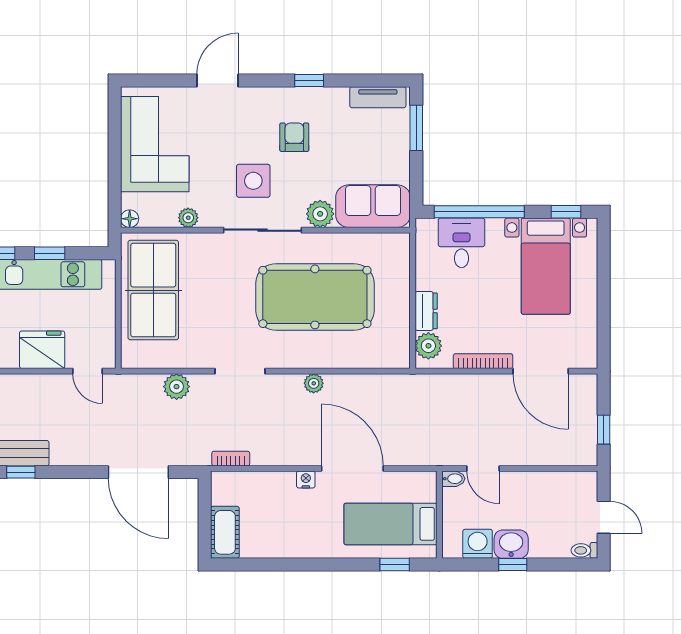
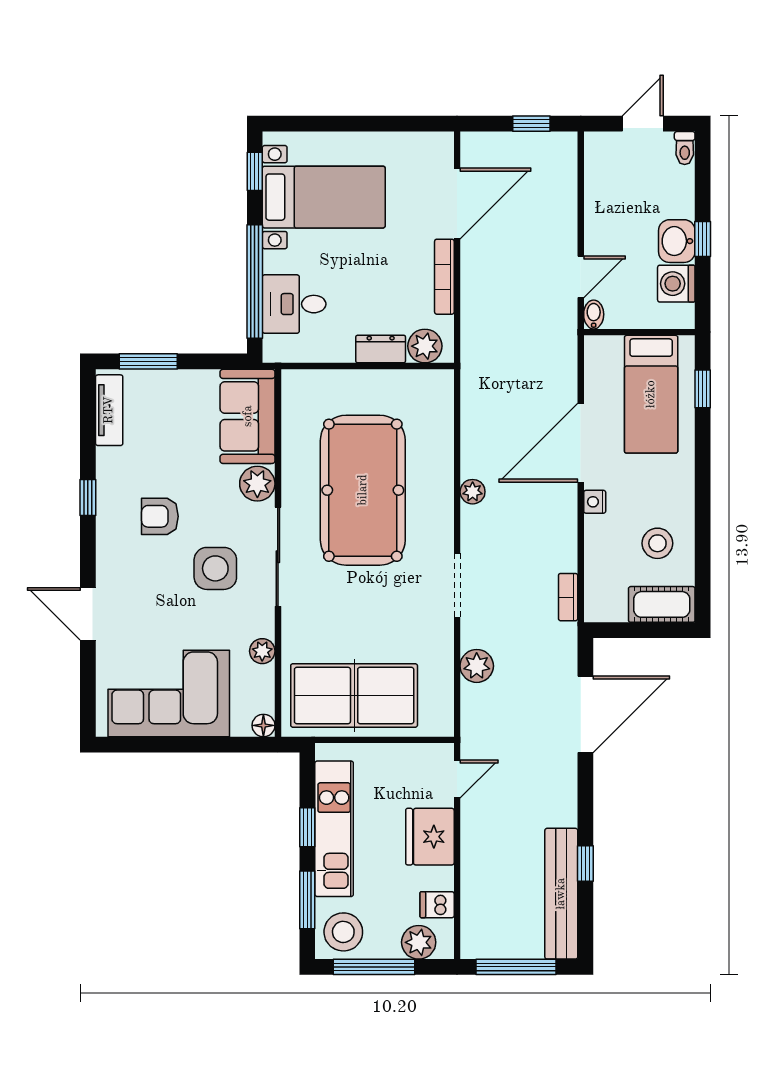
stool: (273, 529) -> (657, 543), added

